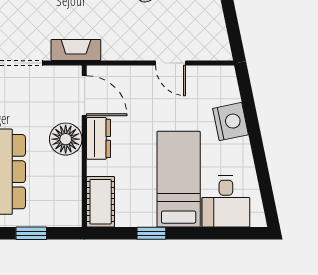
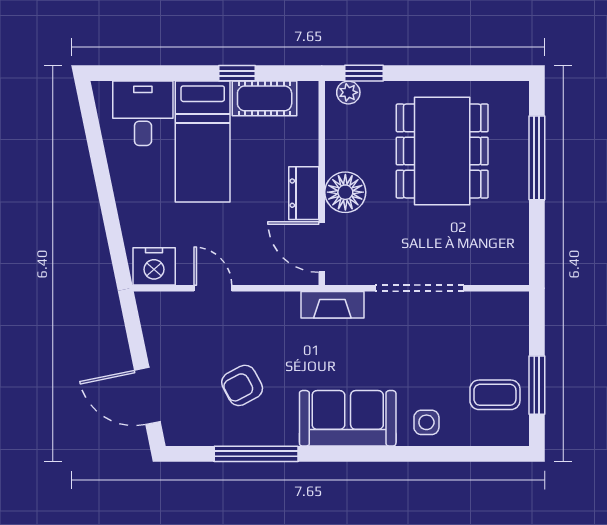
nightstand: (230, 122) -> (154, 266), moved, turned -78
cot: (101, 202) -> (265, 98), moved, turned 90
plant: (63, 218) -> (348, 92), added
window: (31, 233) -> (364, 73), moved

